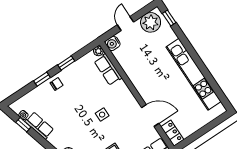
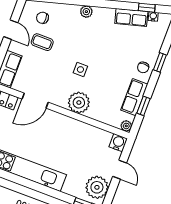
window: (66, 63) -> (143, 106), moved
row of seats: (108, 70) -> (134, 97), moved, turned -90
plant: (120, 92) -> (79, 103), added

